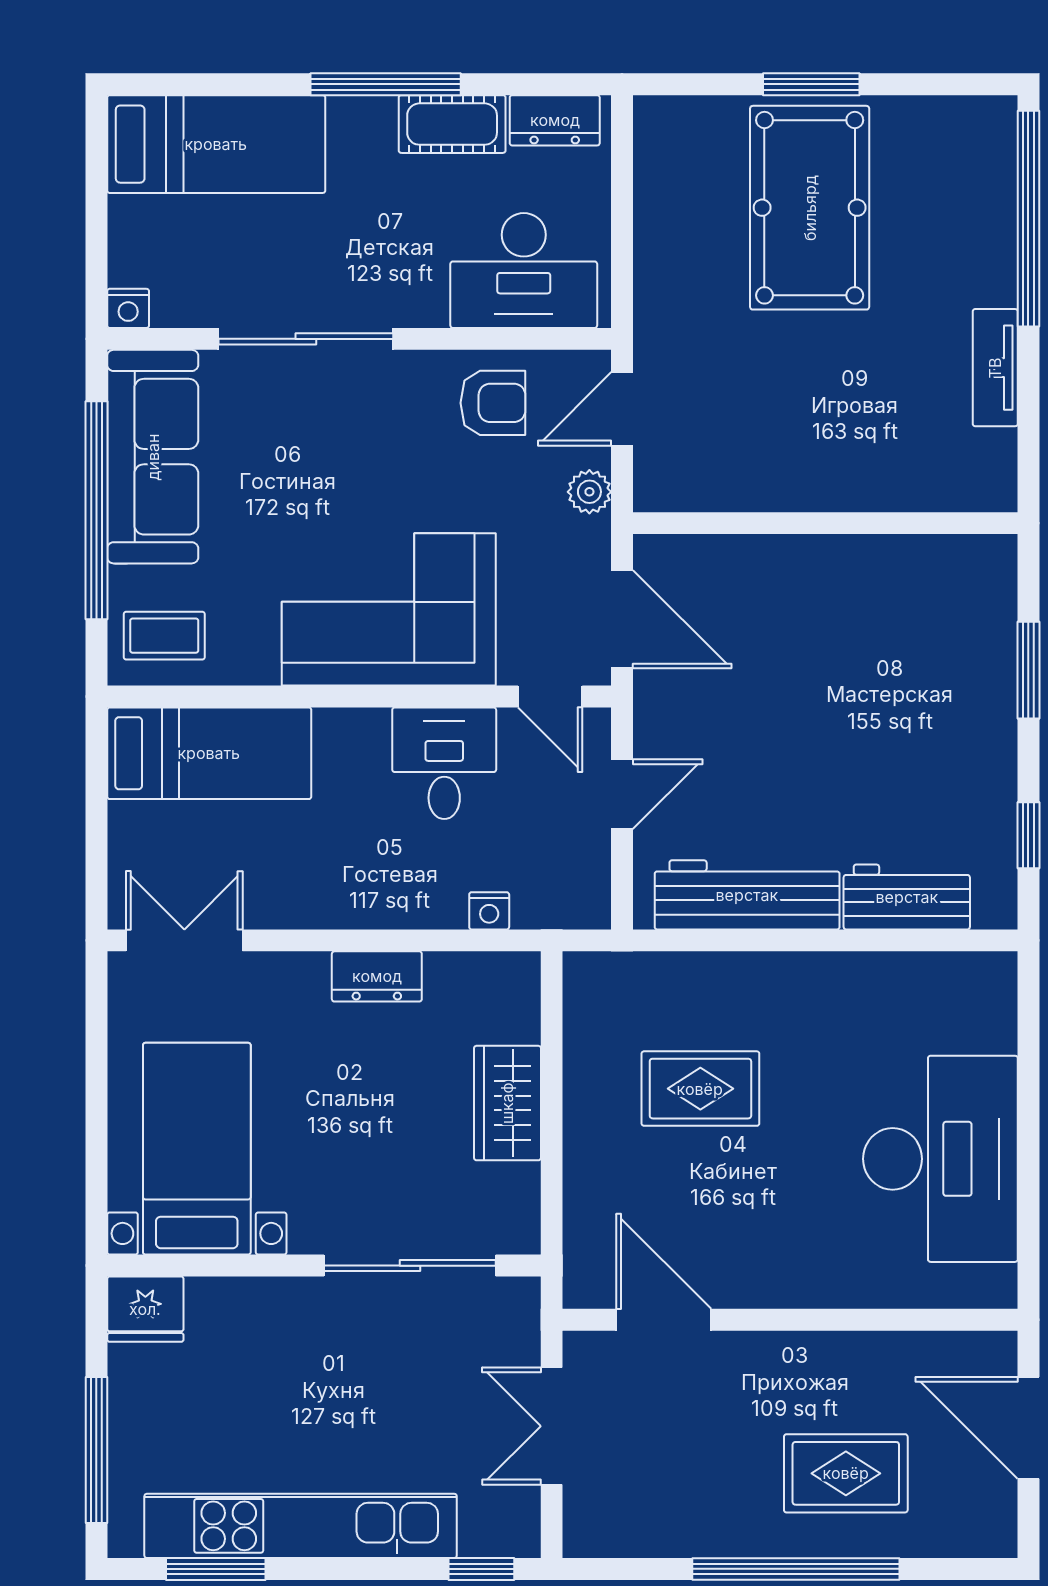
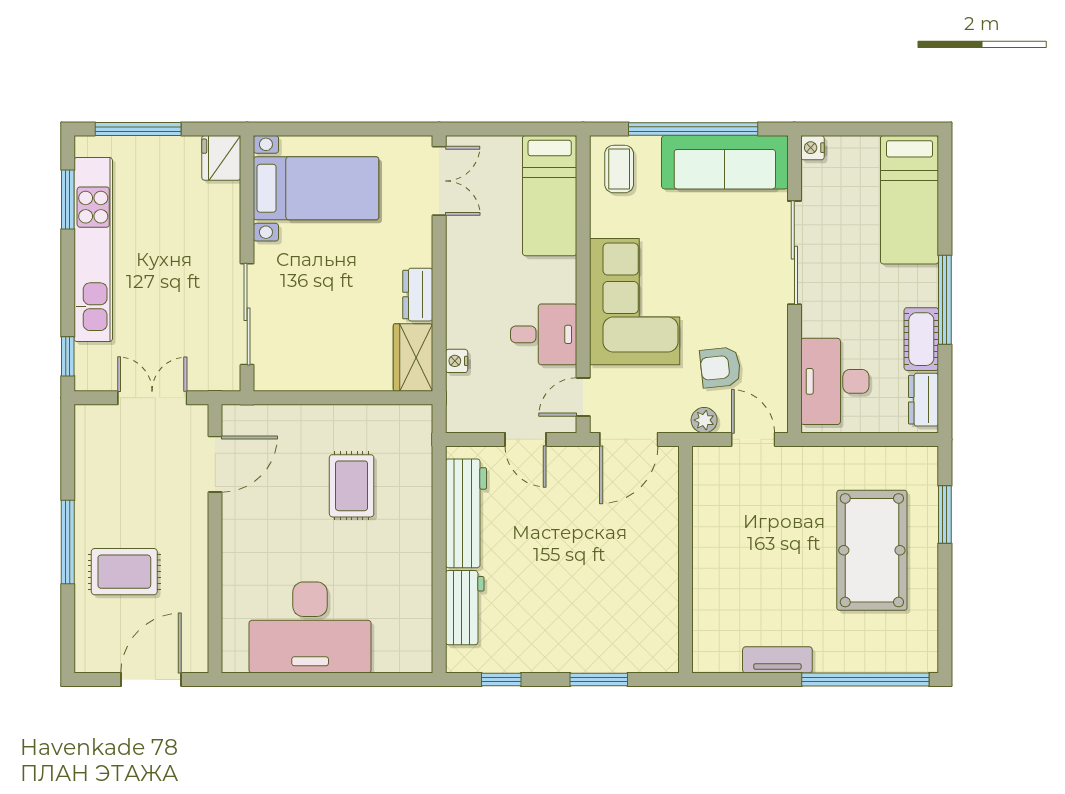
window: (811, 84) -> (945, 515), moved
pool table: (810, 208) -> (872, 550), turned 90
armchair: (493, 403) -> (720, 367), moved, turned 84
wardrobe: (507, 1103) -> (413, 358), moved, turned -90
rug: (846, 1473) -> (124, 572), turned 90
window: (796, 1569) -> (68, 542), width x0.68

